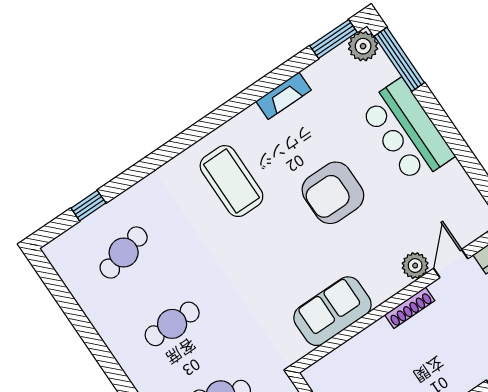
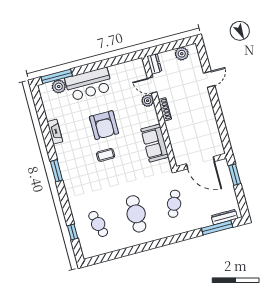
window: (334, 39) -> (56, 171), moved
plant: (363, 46) -> (59, 87), moved
coffee table: (231, 181) -> (106, 155), moved, width x0.54, depth x0.58
cafe table: (172, 324) -> (136, 214), width x1.37, depth x1.35

